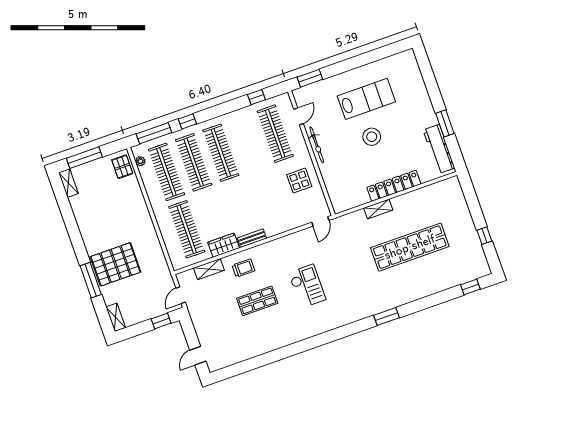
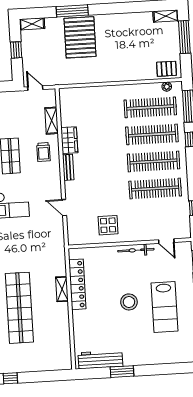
clothes rail: (275, 134) -> (155, 189), moved
locker: (394, 186) -> (77, 284), moved
door: (320, 221) -> (64, 208), moved
clothes rail: (187, 229) -> (93, 111), removed
window: (161, 321) -> (16, 50), moved

